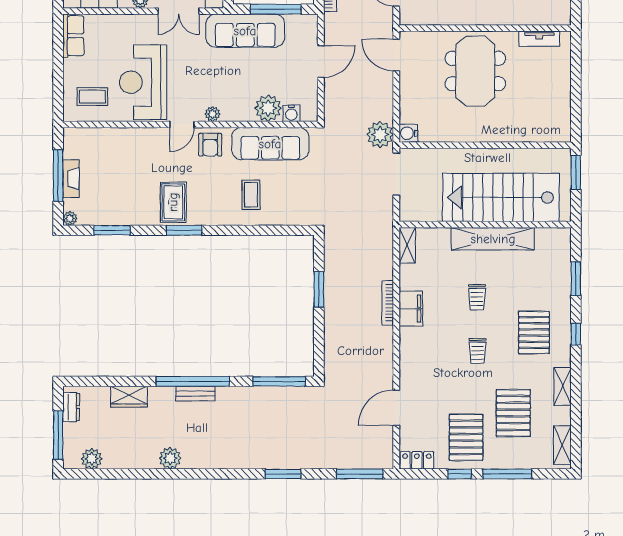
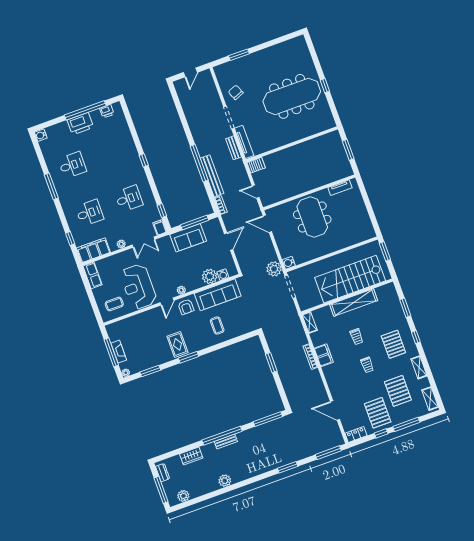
sofa: (245, 31) -> (188, 238), width x0.73
door: (396, 408) -> (335, 411), hinge flipped

